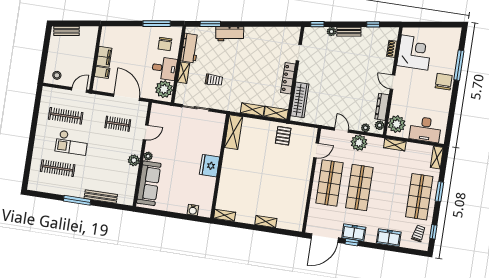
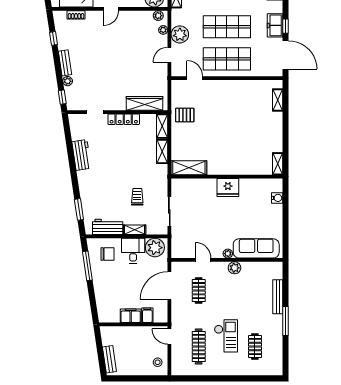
workbench: (230, 34) -> (81, 155), moved
dresser: (382, 107) -> (139, 16), removed
clothes rail: (58, 168) -> (255, 347), width x0.73
shelving: (266, 222) -> (278, 100), moved

